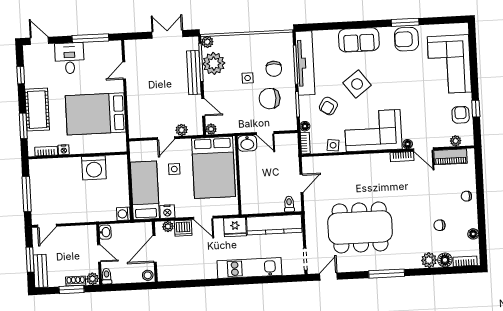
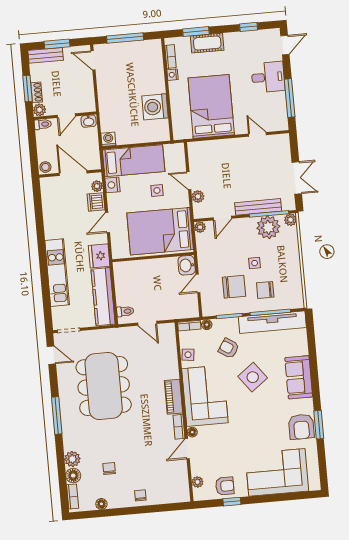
armchair: (406, 39) -> (301, 427), turned 180
chair: (270, 99) -> (234, 287), turned 90
cot: (37, 110) -> (207, 43), width x0.73, depth x0.75
piano: (451, 157) -> (174, 397), moved

